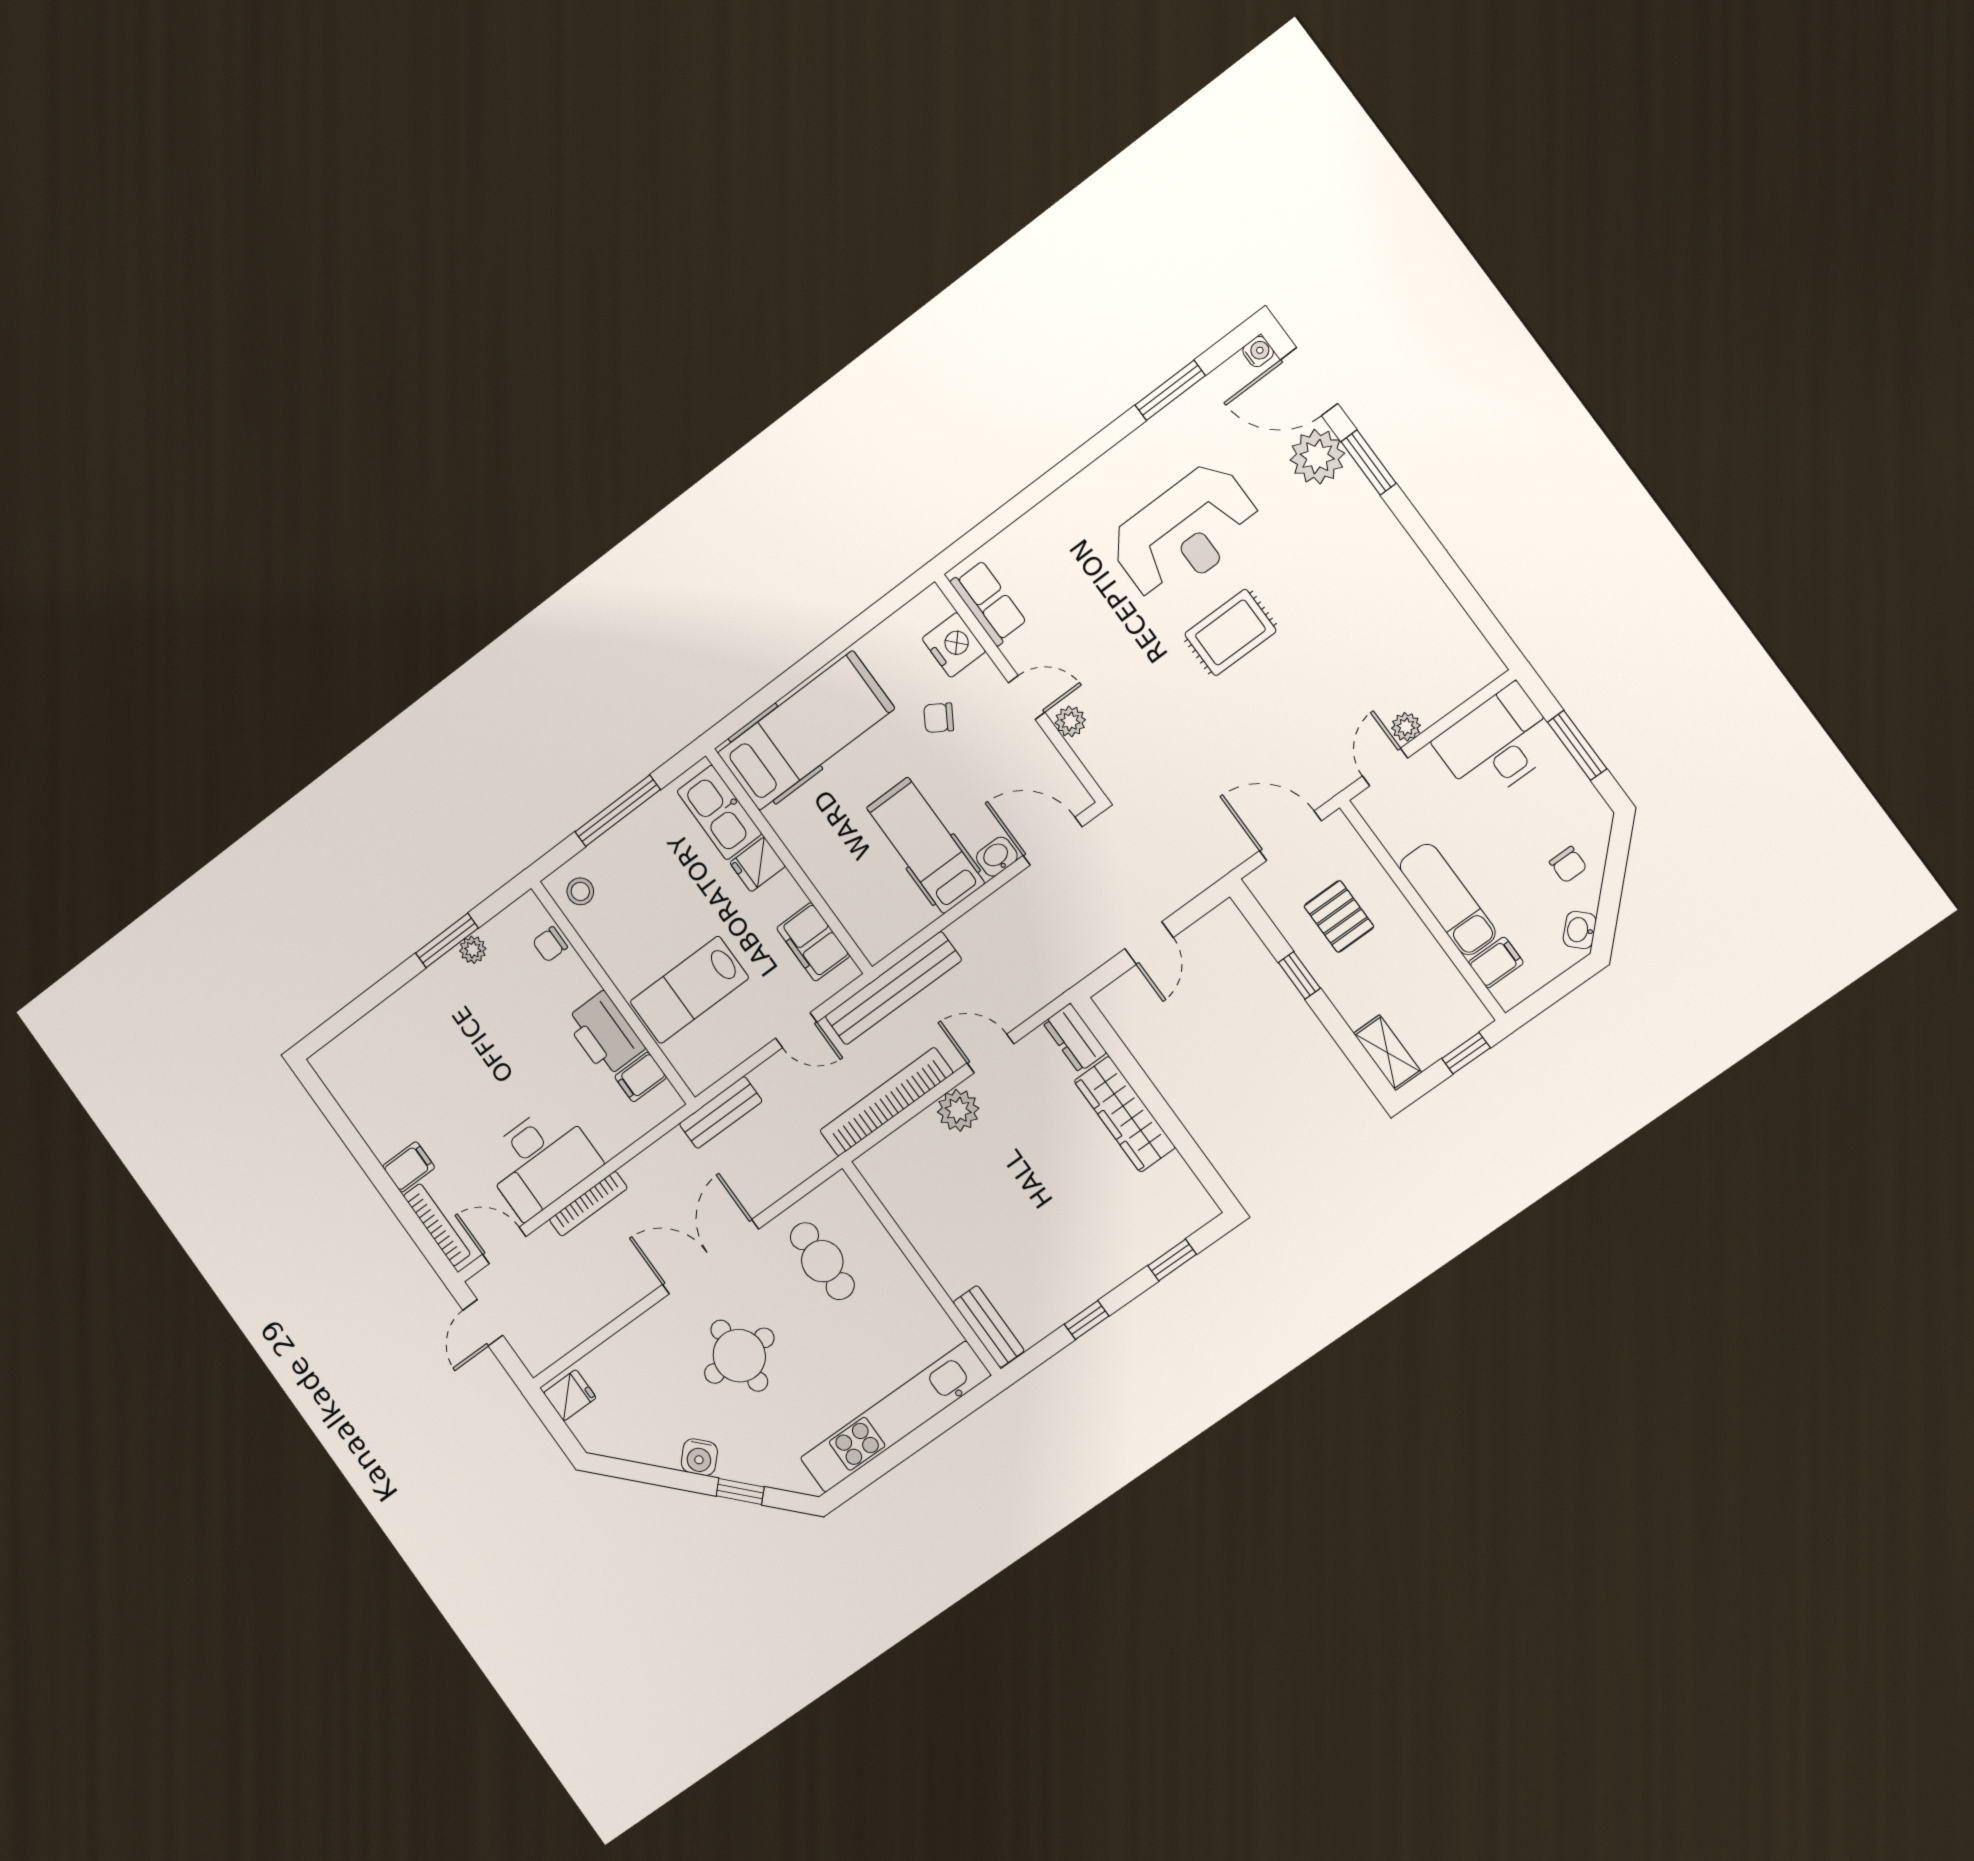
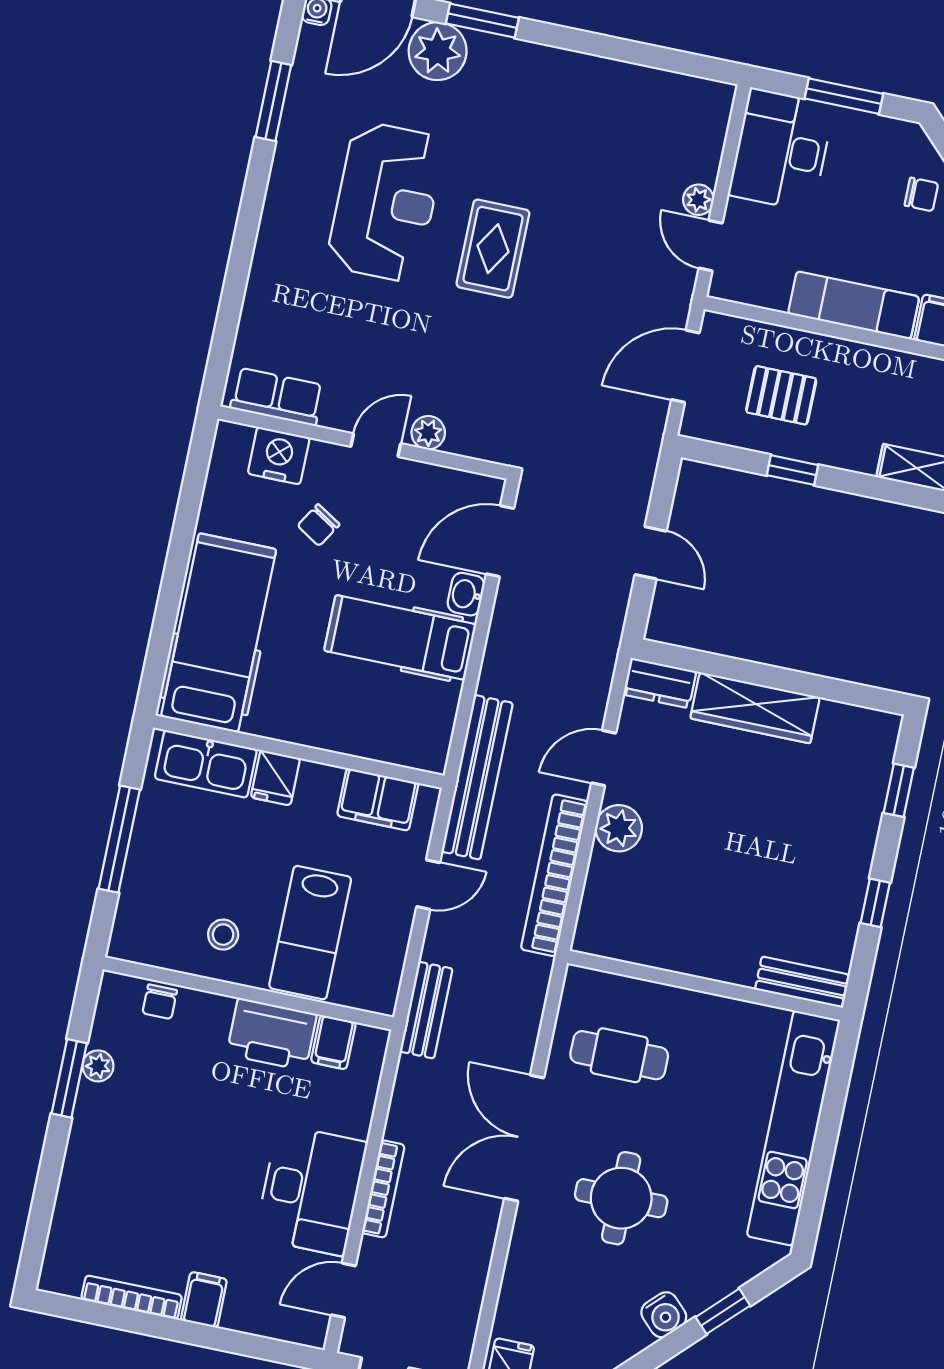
stool: (580, 891) -> (223, 935), moved
bookcase: (437, 1225) -> (132, 1297), moved

